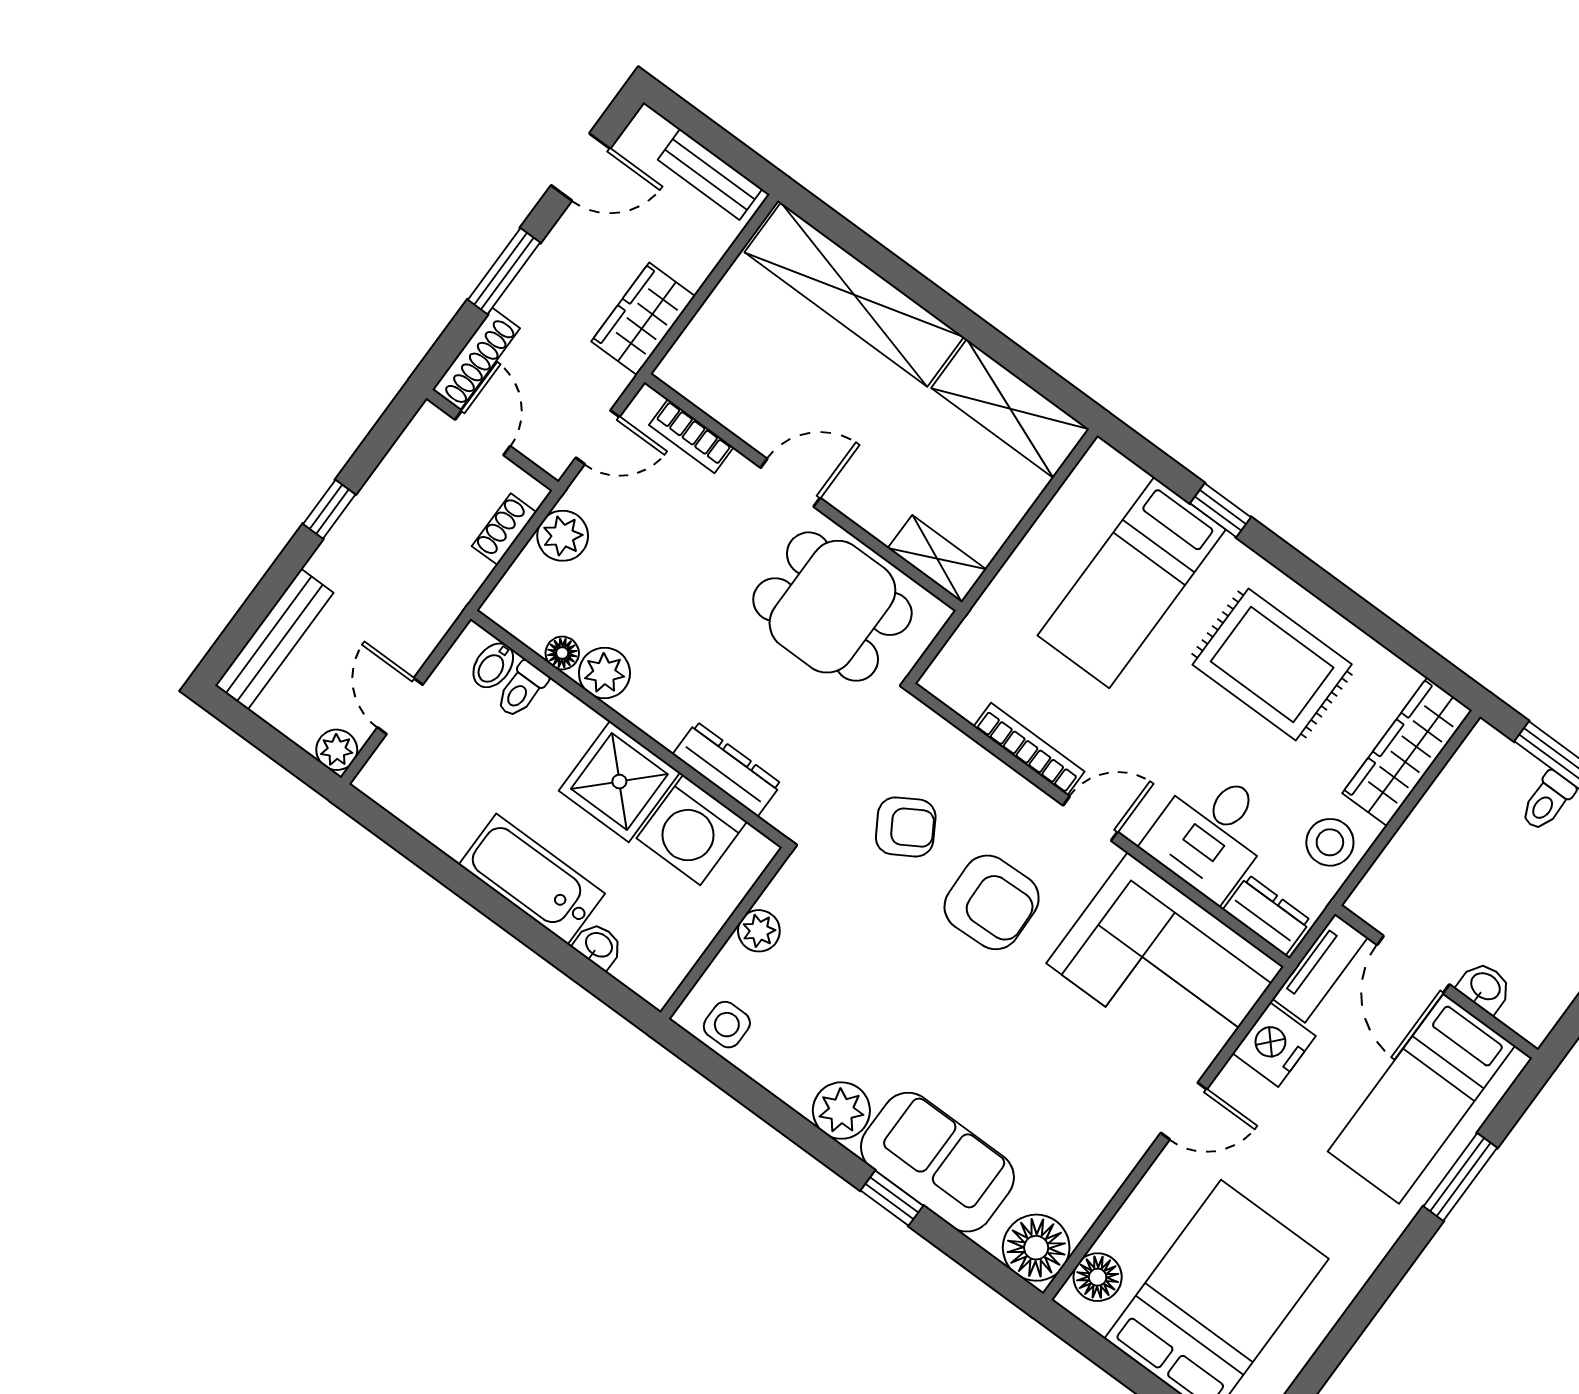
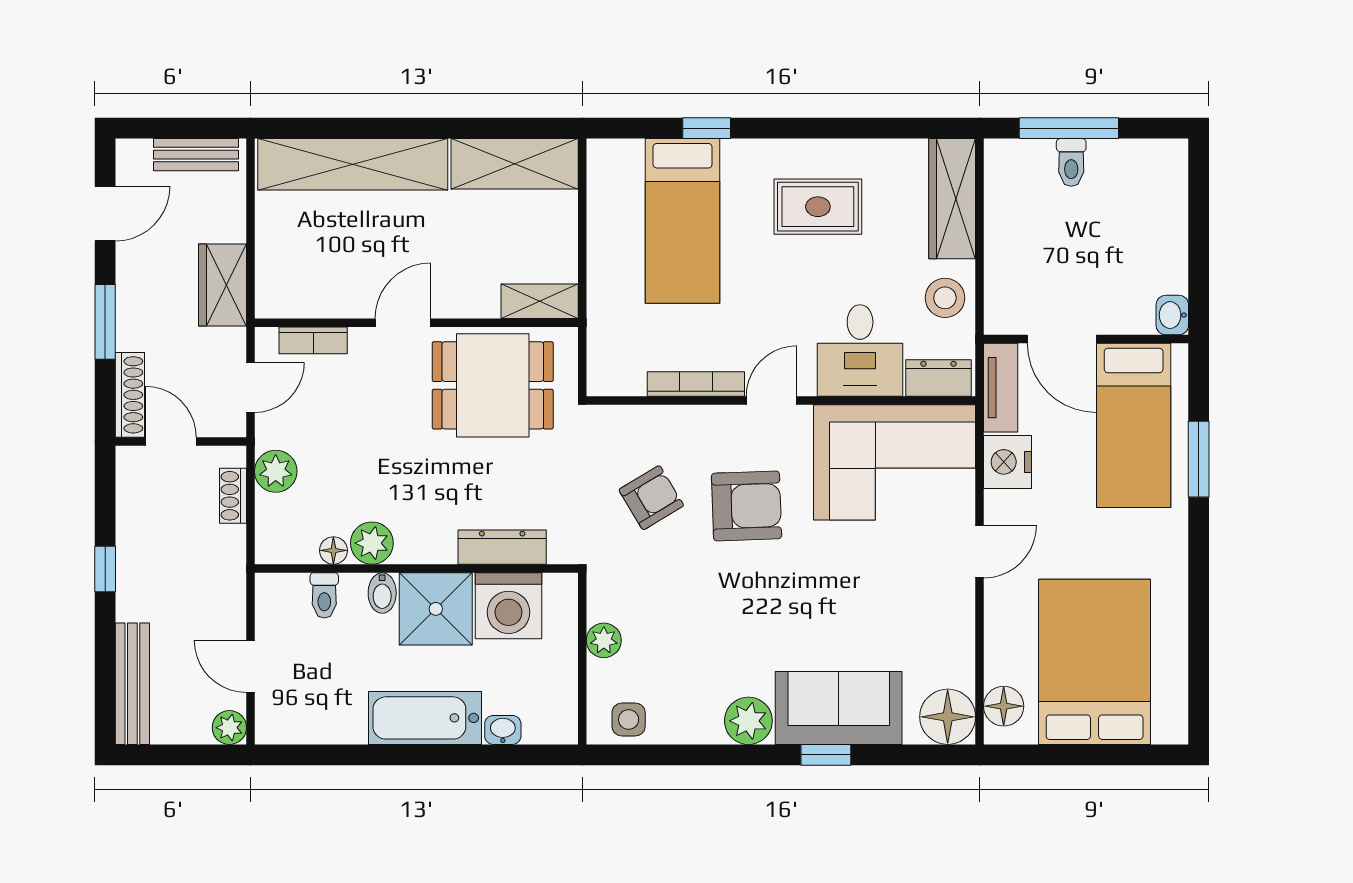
bidet: (493, 665) -> (382, 593), moved
rug: (1272, 665) -> (818, 207), width x0.73, depth x0.70
washbasin: (1485, 987) -> (1172, 315), moved, turned -90

